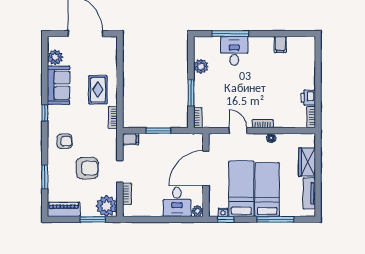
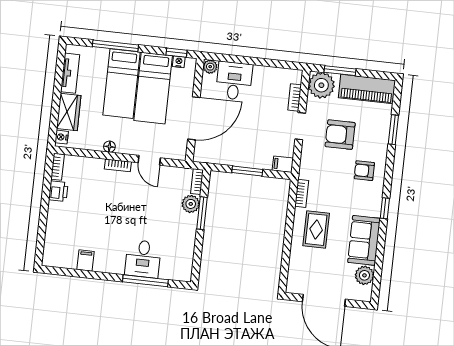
plant: (201, 66) -> (191, 204), moved
nightstand: (310, 141) -> (62, 137), added
piano: (64, 209) -> (367, 89), width x1.37, depth x1.33

